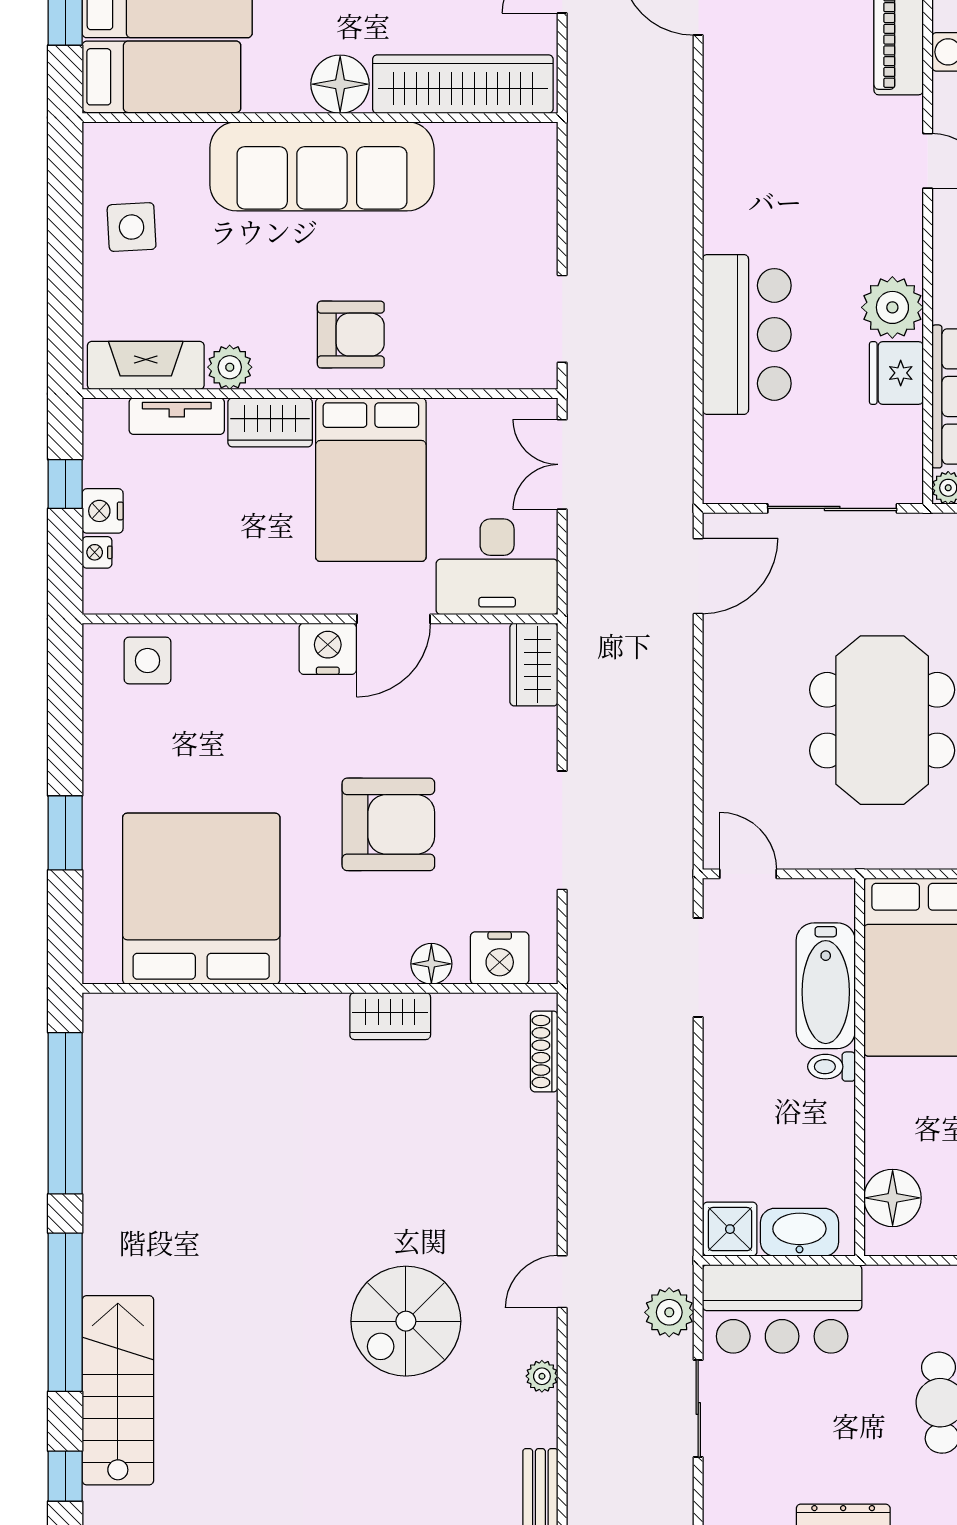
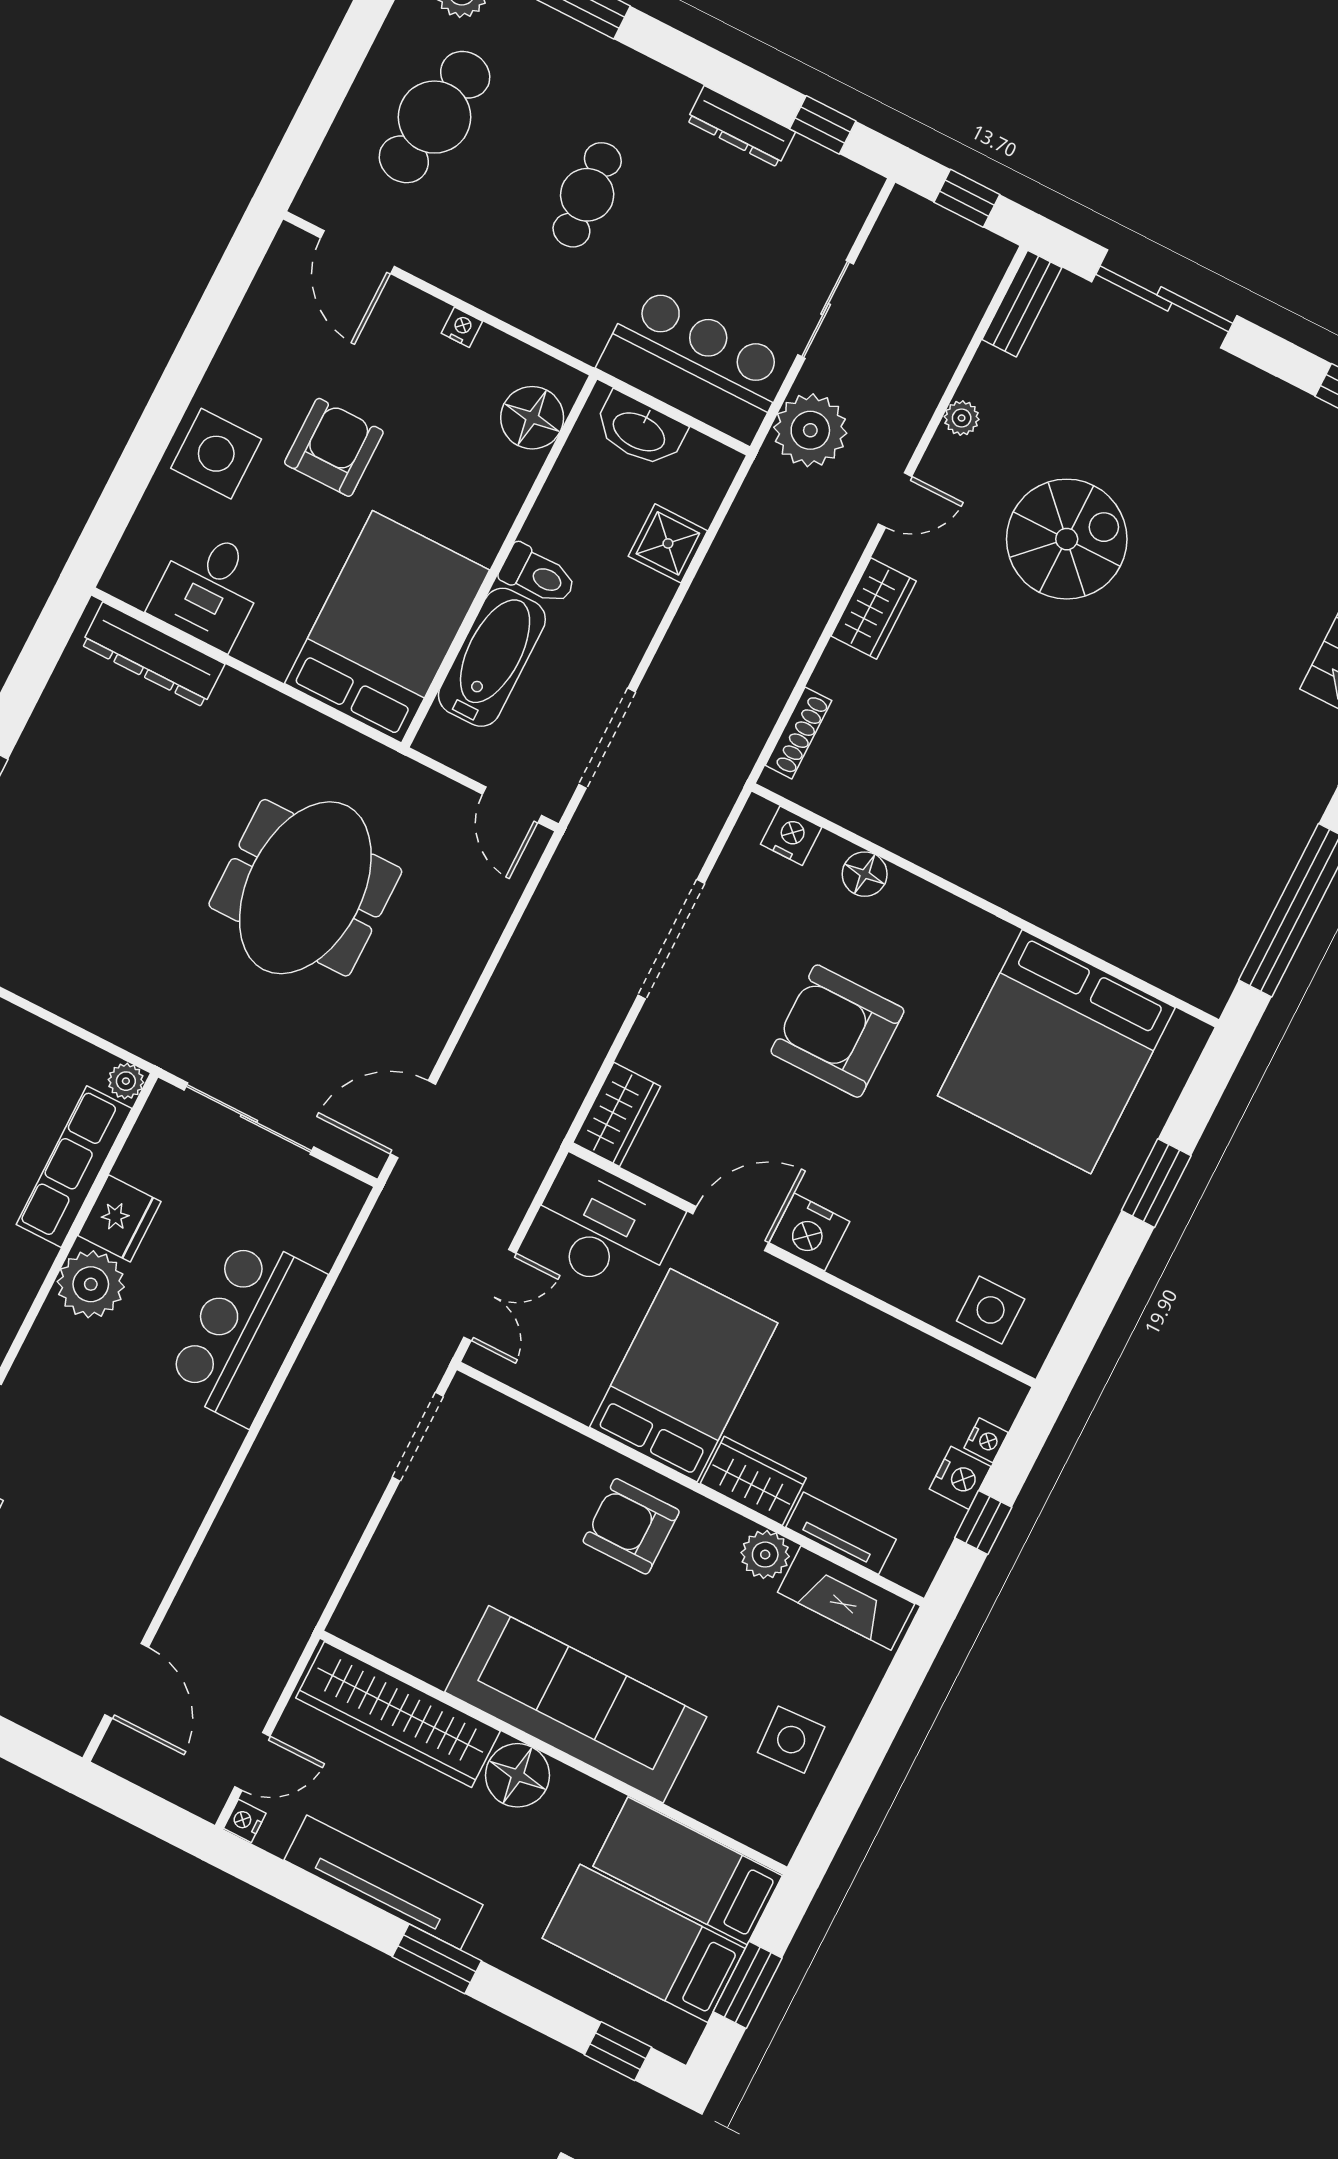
nightstand: (500, 958) -> (791, 836), width x0.74, depth x0.75
wardrobe: (390, 1016) -> (874, 609), moved, turned 90
toilet: (832, 1067) -> (538, 575), width x1.37, depth x1.39
shower: (730, 1229) -> (668, 543), moved
plant: (669, 1312) -> (810, 430), width x1.36, depth x1.36

